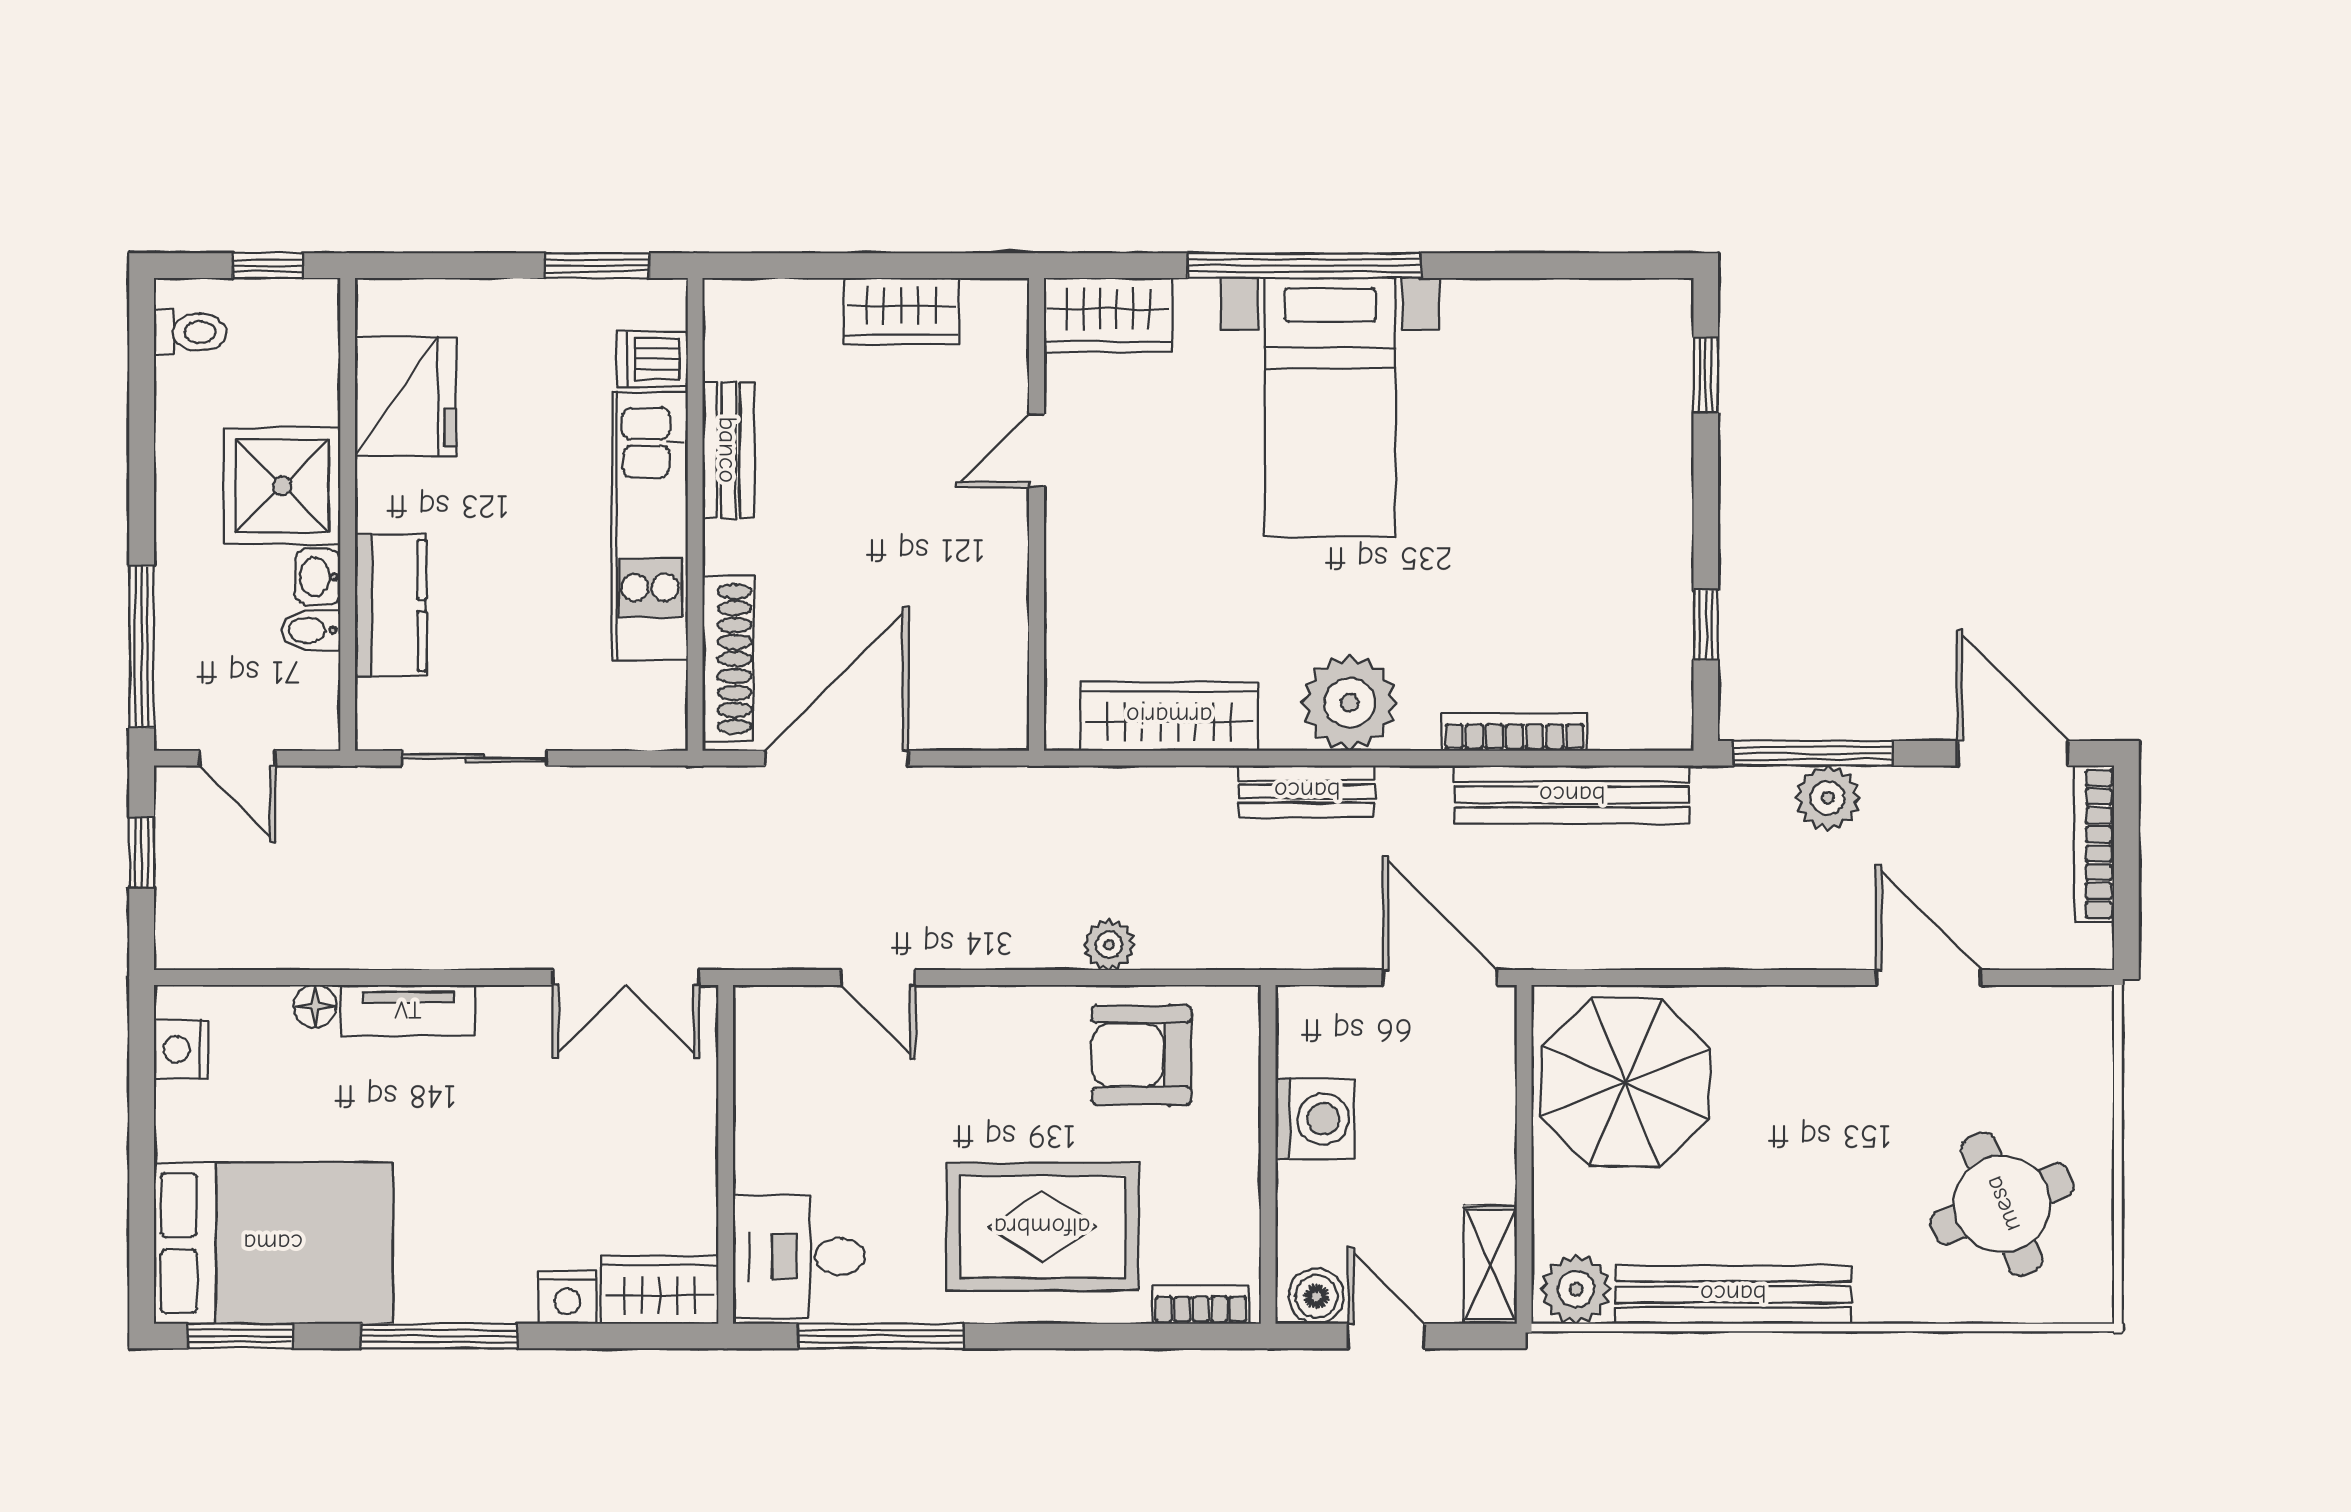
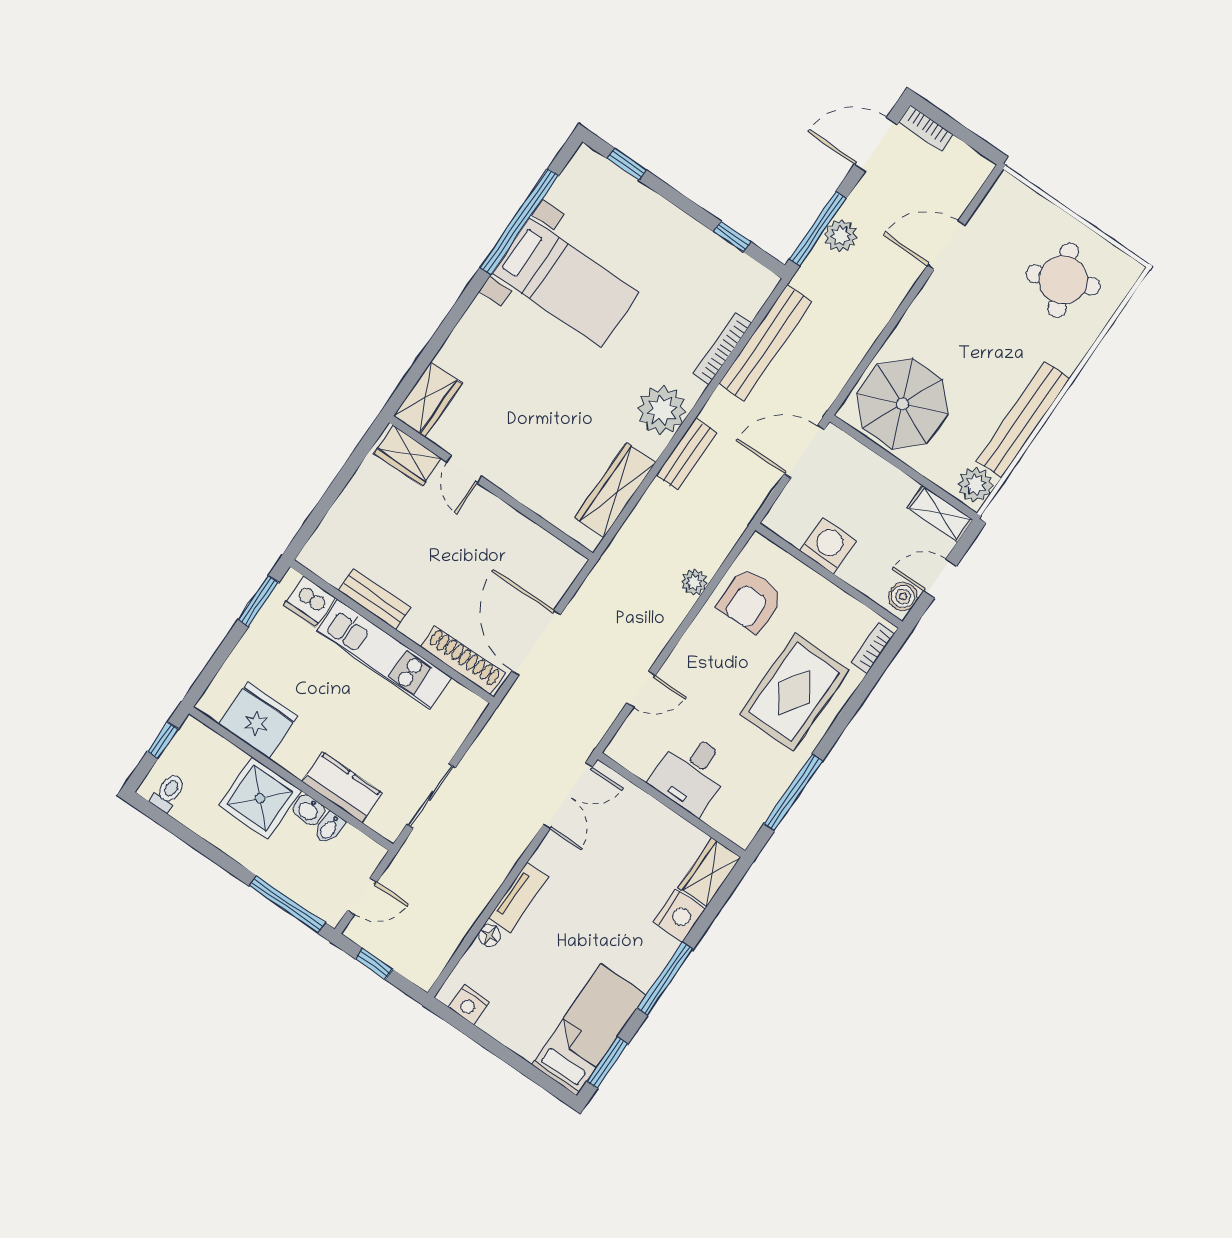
window: (1304, 266) -> (519, 221), moved
wardrobe: (901, 311) -> (408, 456), moved, turned 90
dishwasher: (652, 359) -> (310, 602), width x1.38
bed with nightstands: (1330, 407) -> (565, 283), moved
bookcase: (2094, 844) -> (926, 128), width x0.64
bed: (273, 1243) -> (589, 1030), width x0.67
desk: (799, 1256) -> (691, 773), moved
nightstand: (567, 1297) -> (679, 915), width x1.36, depth x1.33

